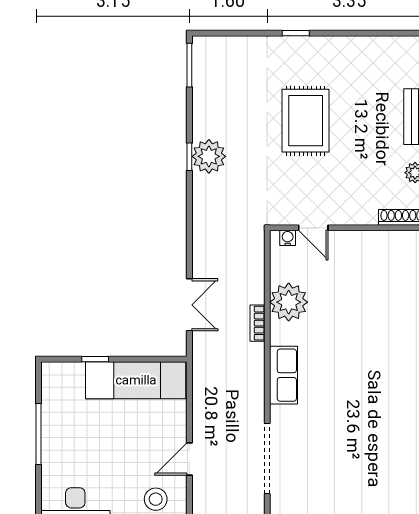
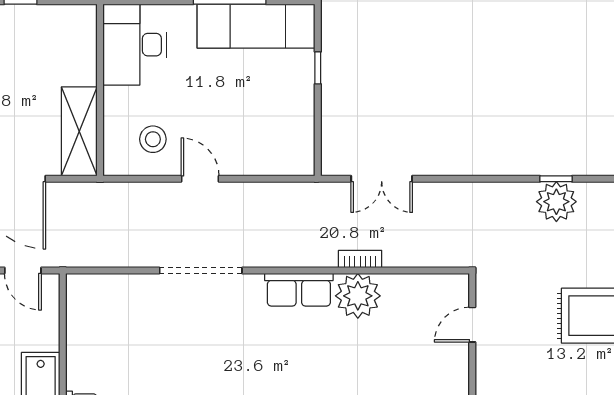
water cooler: (288, 238) -> (460, 294), removed
plant: (289, 302) -> (358, 296), moved
exam couch: (136, 380) -> (256, 26), moved, turned -90

